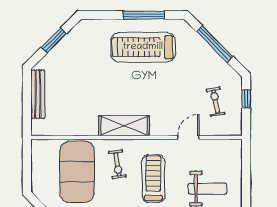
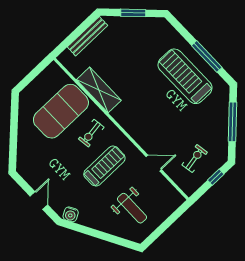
shelving: (124, 126) -> (99, 90), moved

